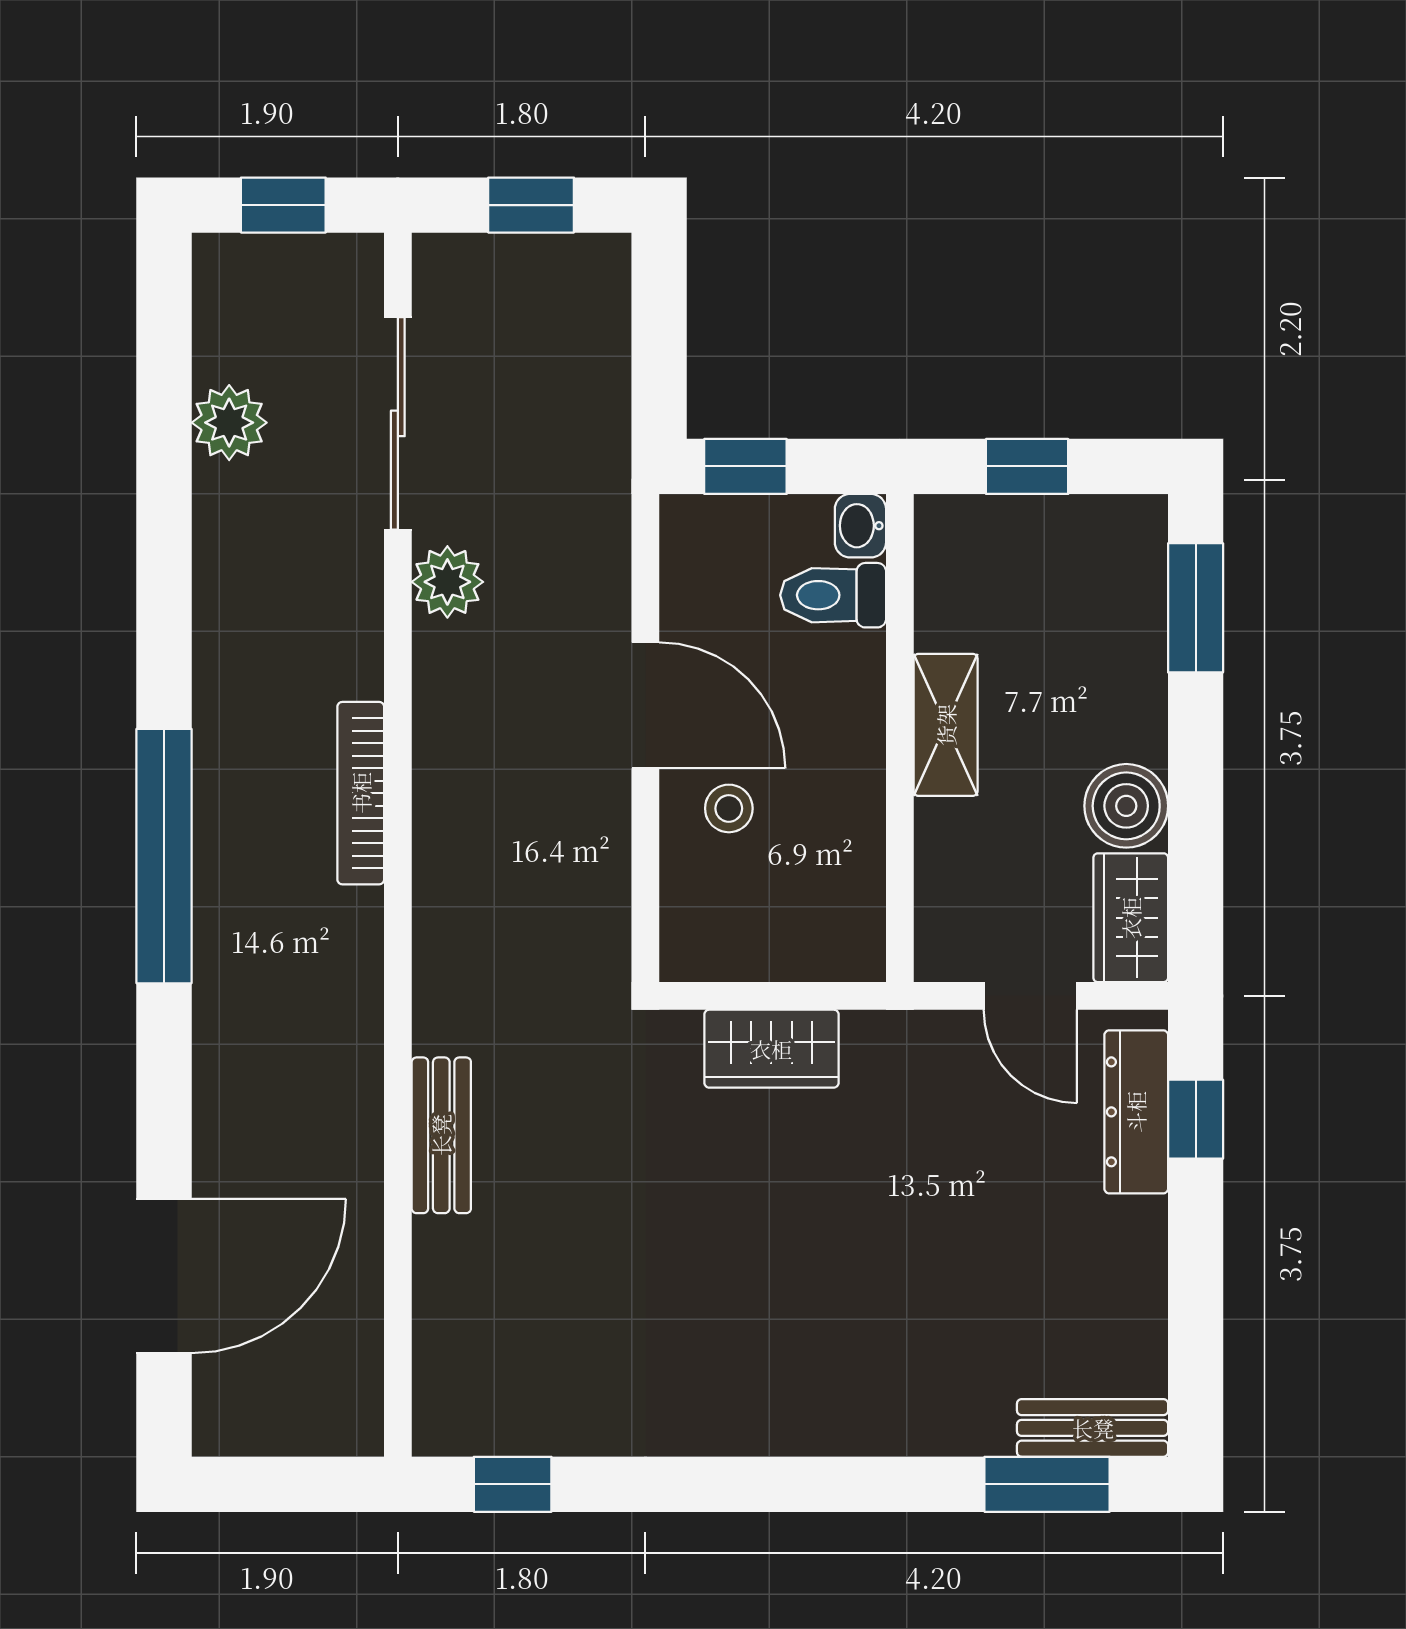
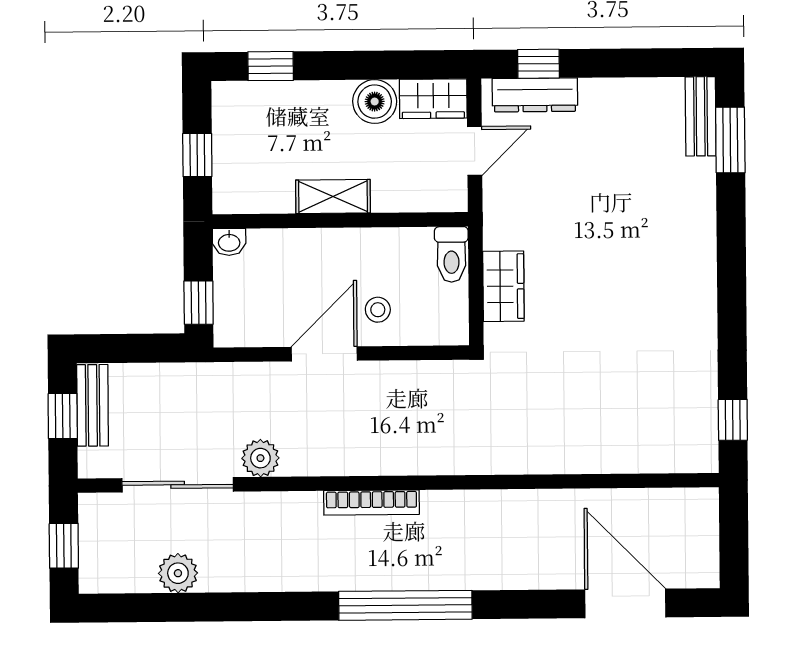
toilet: (833, 595) -> (451, 254), moved
window: (1196, 608) -> (271, 66), width x0.67
bench: (441, 1135) -> (93, 405), moved, turned 90

